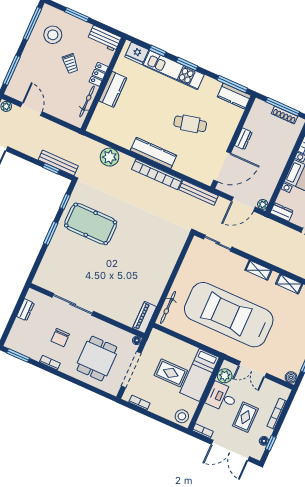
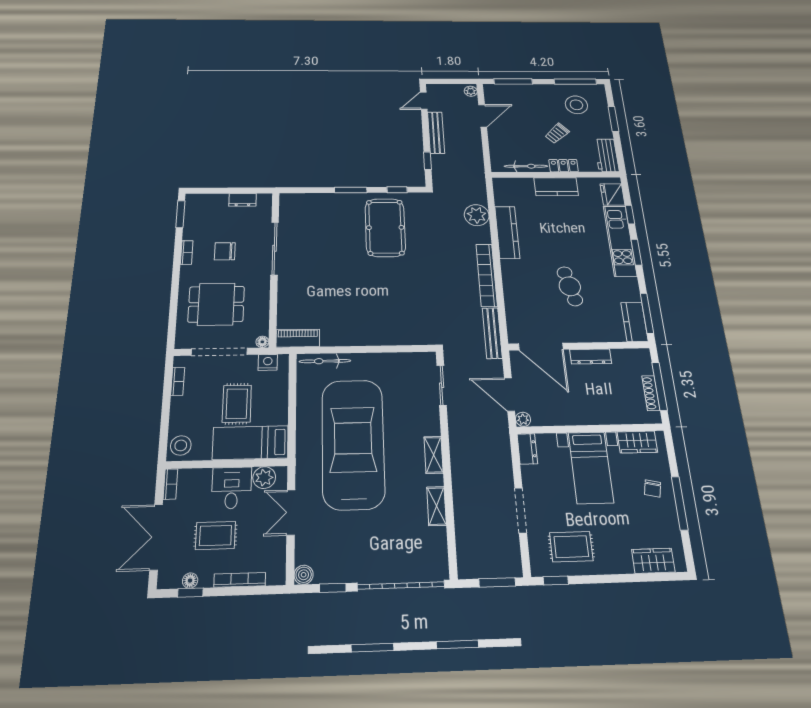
dresser: (243, 139) -> (591, 356), width x1.44
kitchen counter: (153, 153) -> (507, 232), moved
bench: (58, 163) -> (436, 133), moved
nightstand: (152, 343) -> (268, 362), added

